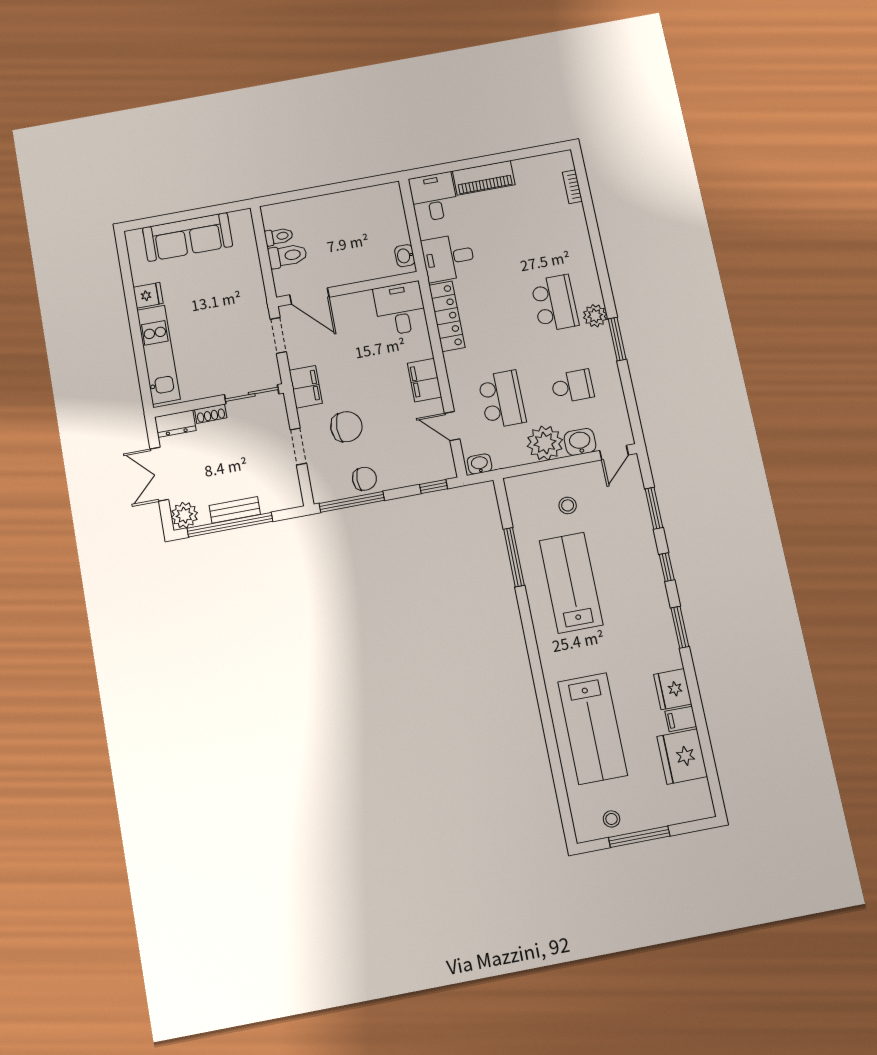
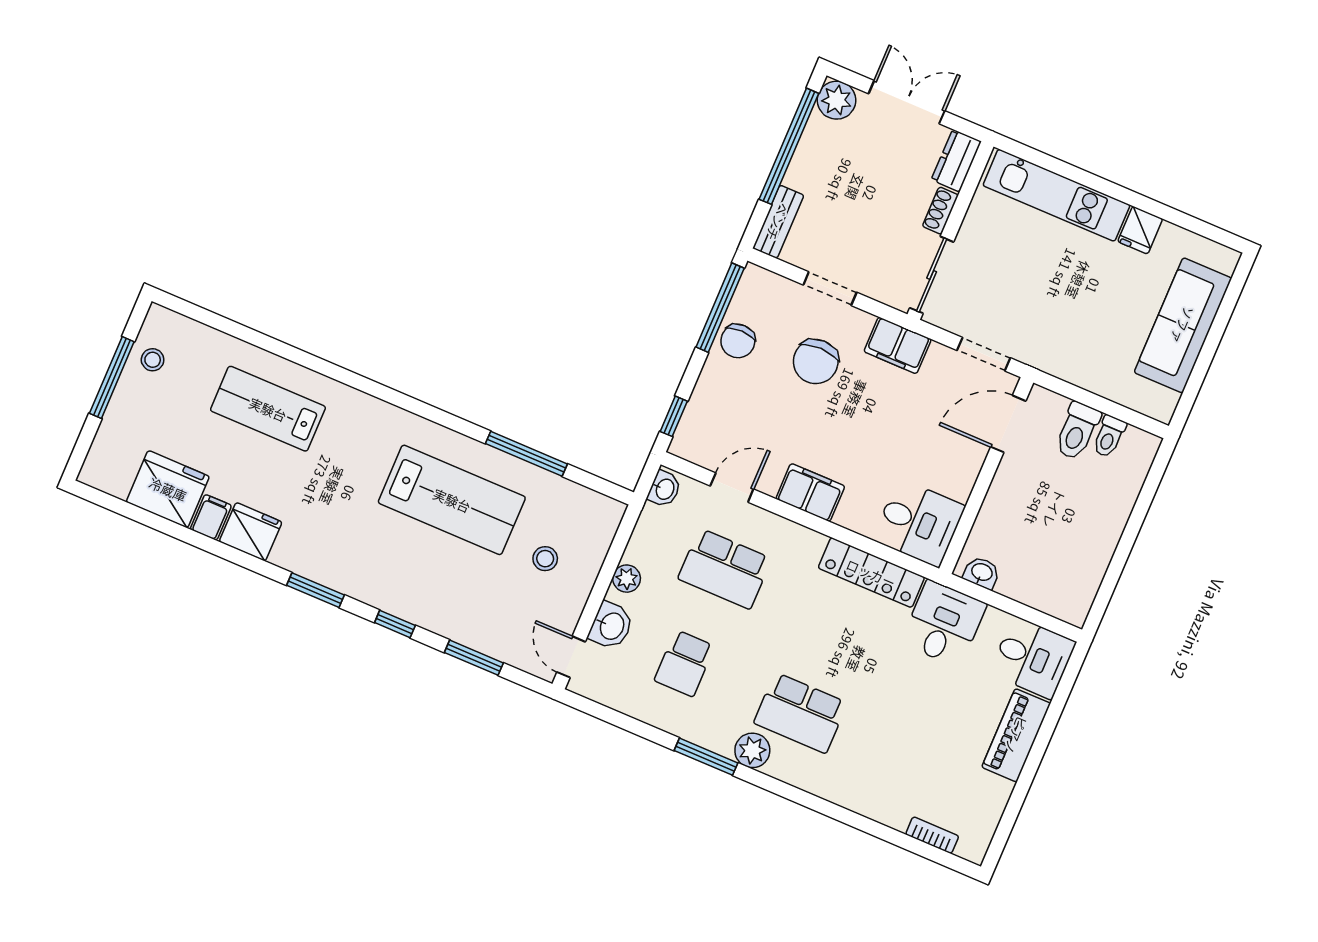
plant: (545, 443) -> (627, 579), width x0.53, depth x0.53
bench: (235, 510) -> (778, 222), moved
lab bench: (593, 728) -> (268, 409), width x0.73, depth x0.72

